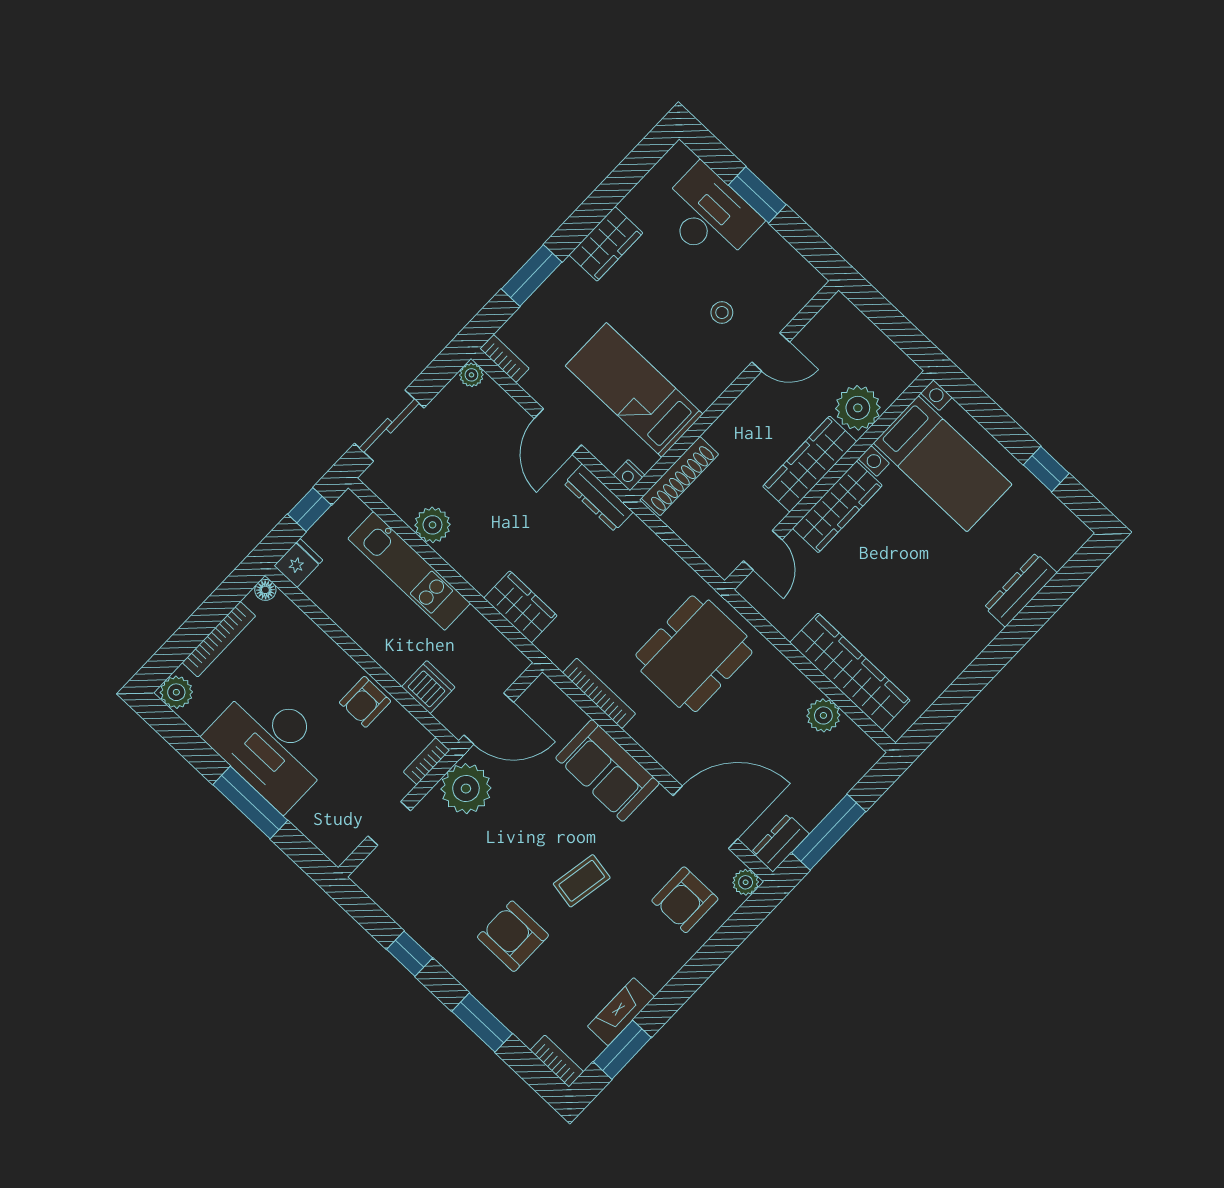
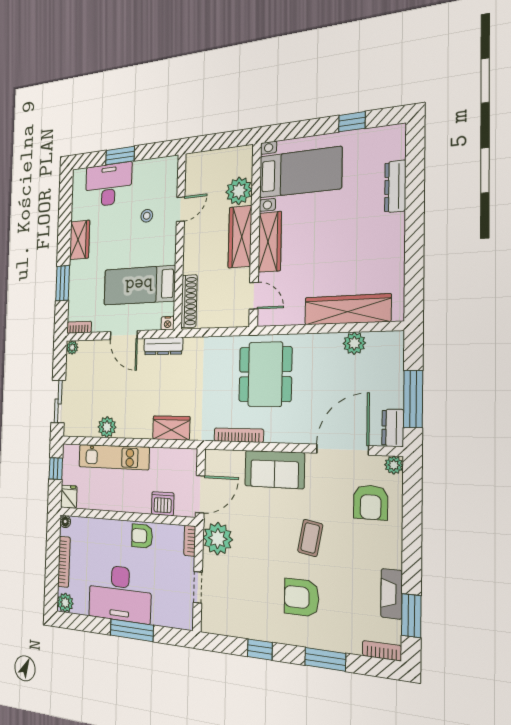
armchair: (365, 702) -> (142, 536), turned 90

